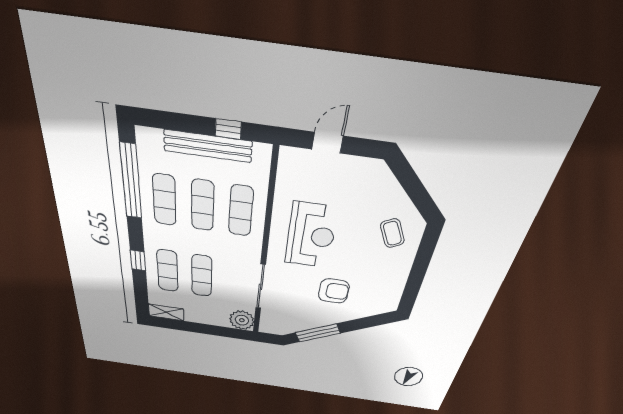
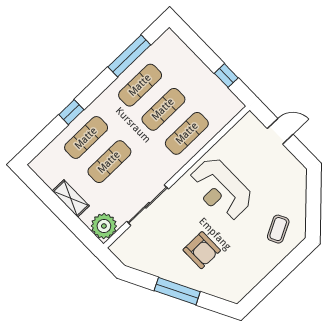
bench: (208, 146) -> (204, 75), removed
window: (131, 182) -> (129, 56), width x0.68
reception desk: (311, 236) -> (221, 189), turned 90
shelving: (166, 312) -> (71, 198), moved
window: (318, 333) -> (177, 291), moved

